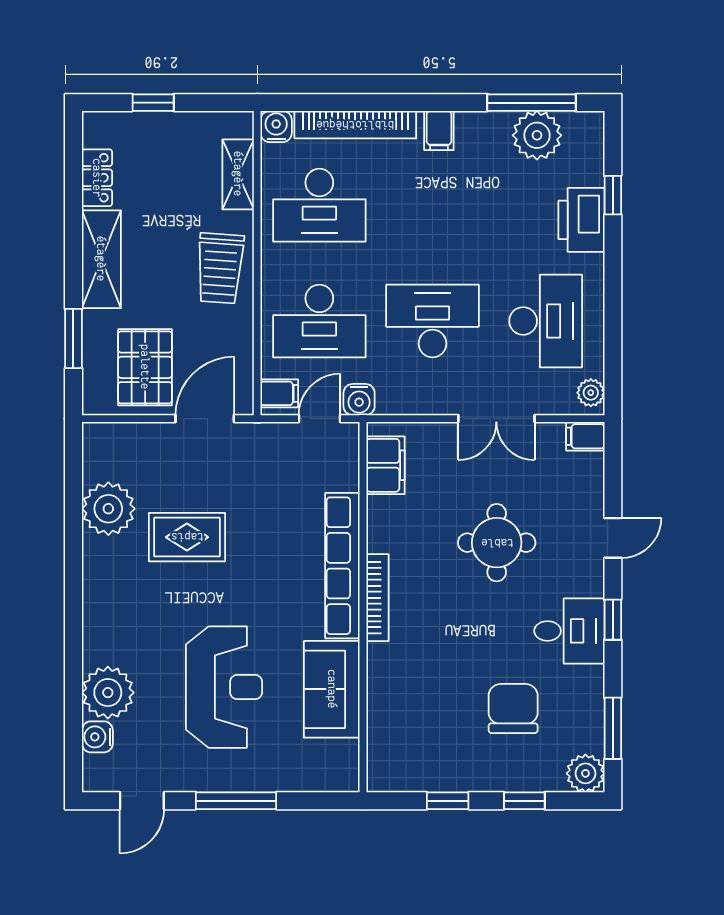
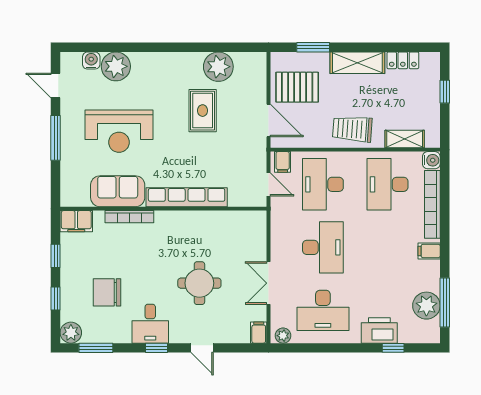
water cooler: (359, 400) -> (279, 206), removed
filing cabinet: (386, 465) -> (76, 221), moved
bookcase: (377, 598) -> (129, 217), moved
chair: (513, 709) -> (107, 292), turned 180

